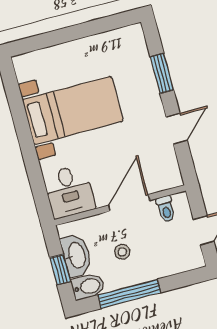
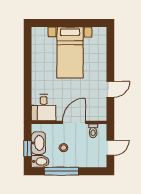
window: (162, 73) -> (110, 57), removed
bed with nightstands: (73, 110) -> (70, 52), moved, turned 90

